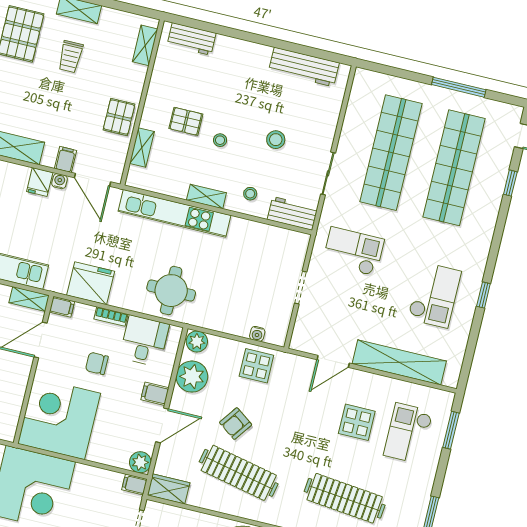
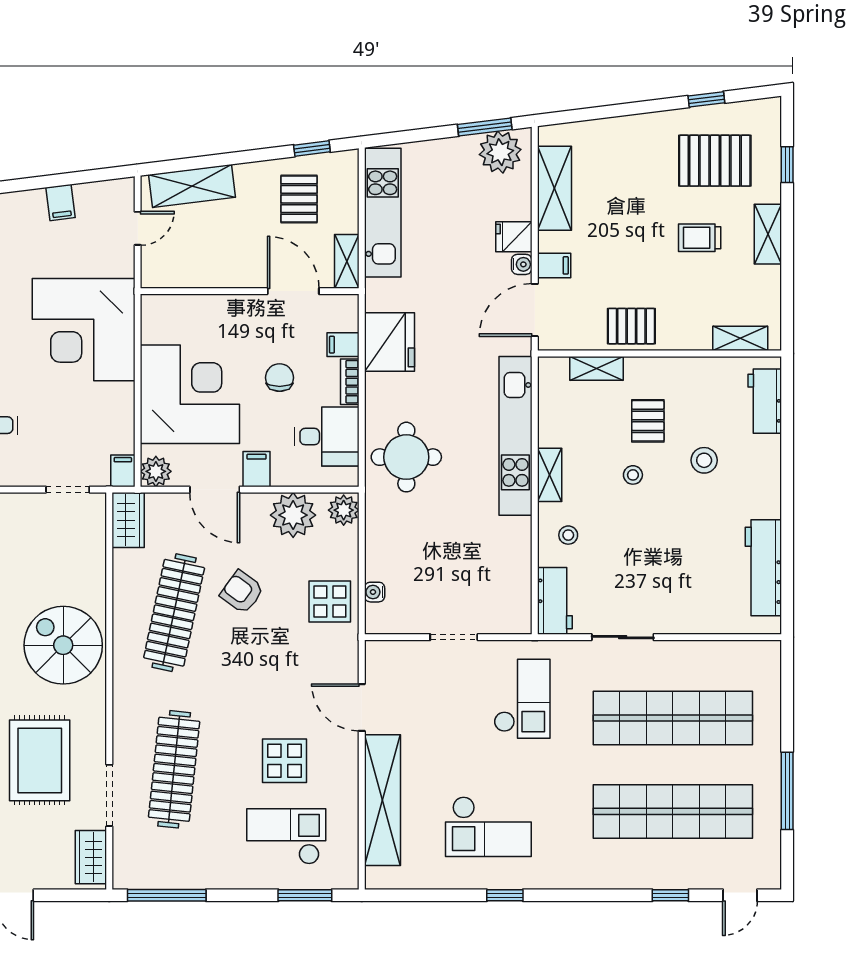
stool: (276, 140) -> (704, 460), moved
filing cabinet: (62, 307) -> (343, 345), moved, turned 90
corner desk: (59, 418) -> (190, 394), moved

